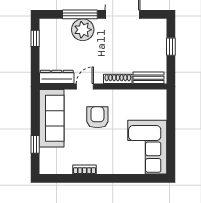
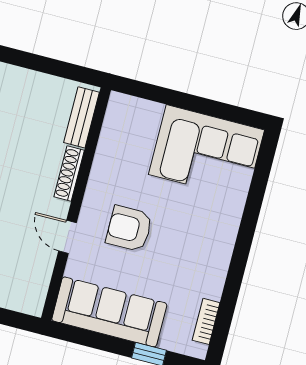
window: (171, 47) -> (35, 62), removed
dresser: (57, 77) -> (37, 283), removed
bookcase: (85, 170) -> (206, 321), moved

